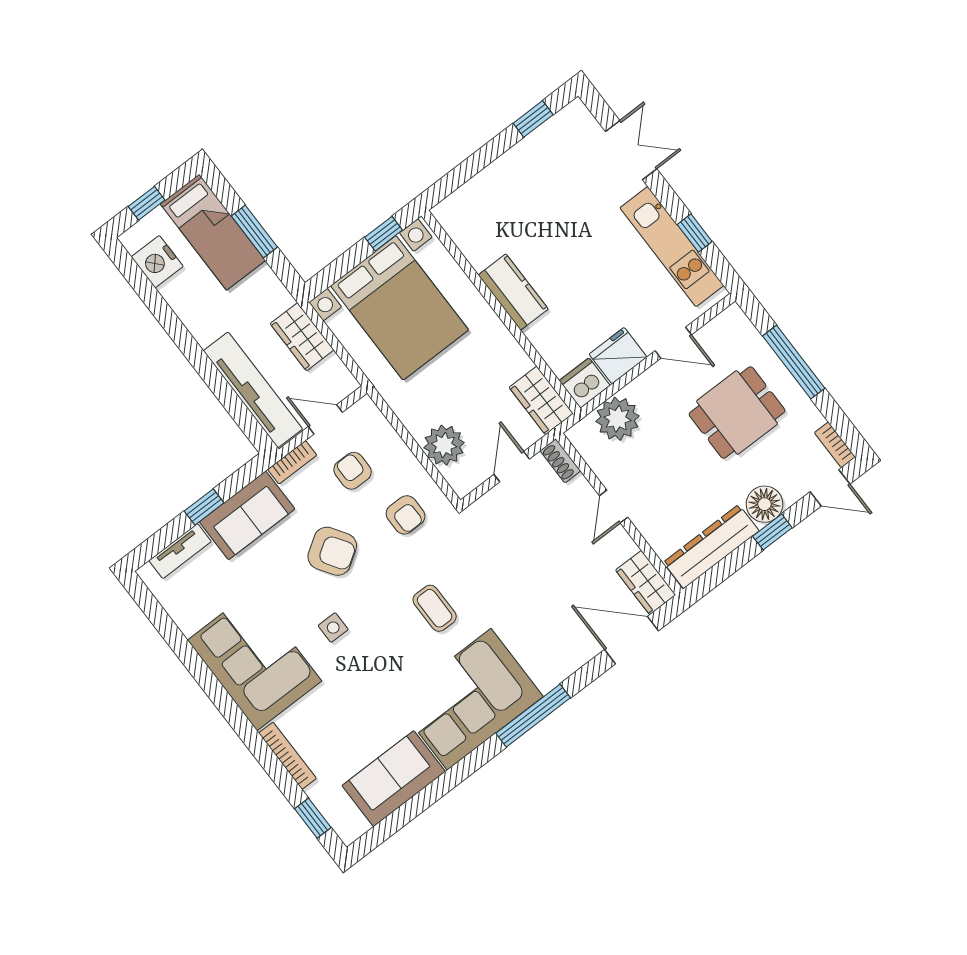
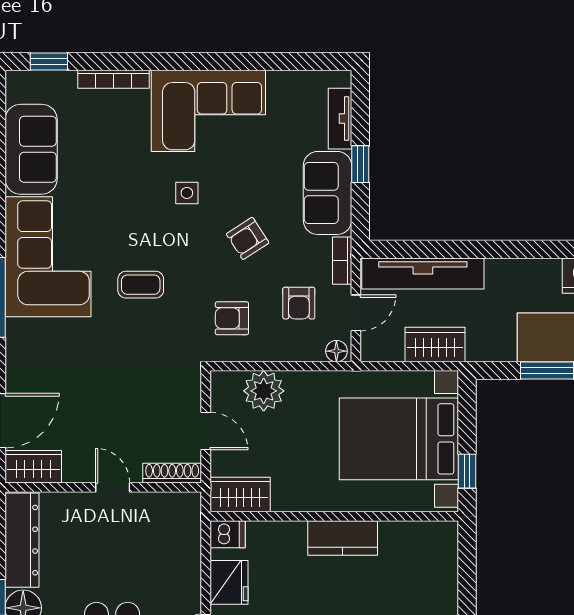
dishwasher: (585, 383) -> (228, 534), width x0.73
floor lamp: (368, 411) -> (336, 351), added
plant: (618, 419) -> (179, 544), removed
shoe rack: (560, 461) -> (172, 473), width x1.43
armchair: (353, 471) -> (299, 303), turned 90
armchair: (332, 551) -> (248, 238), width x0.72, depth x0.72

